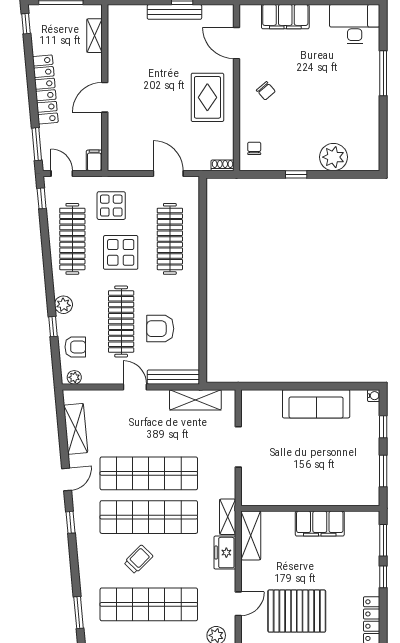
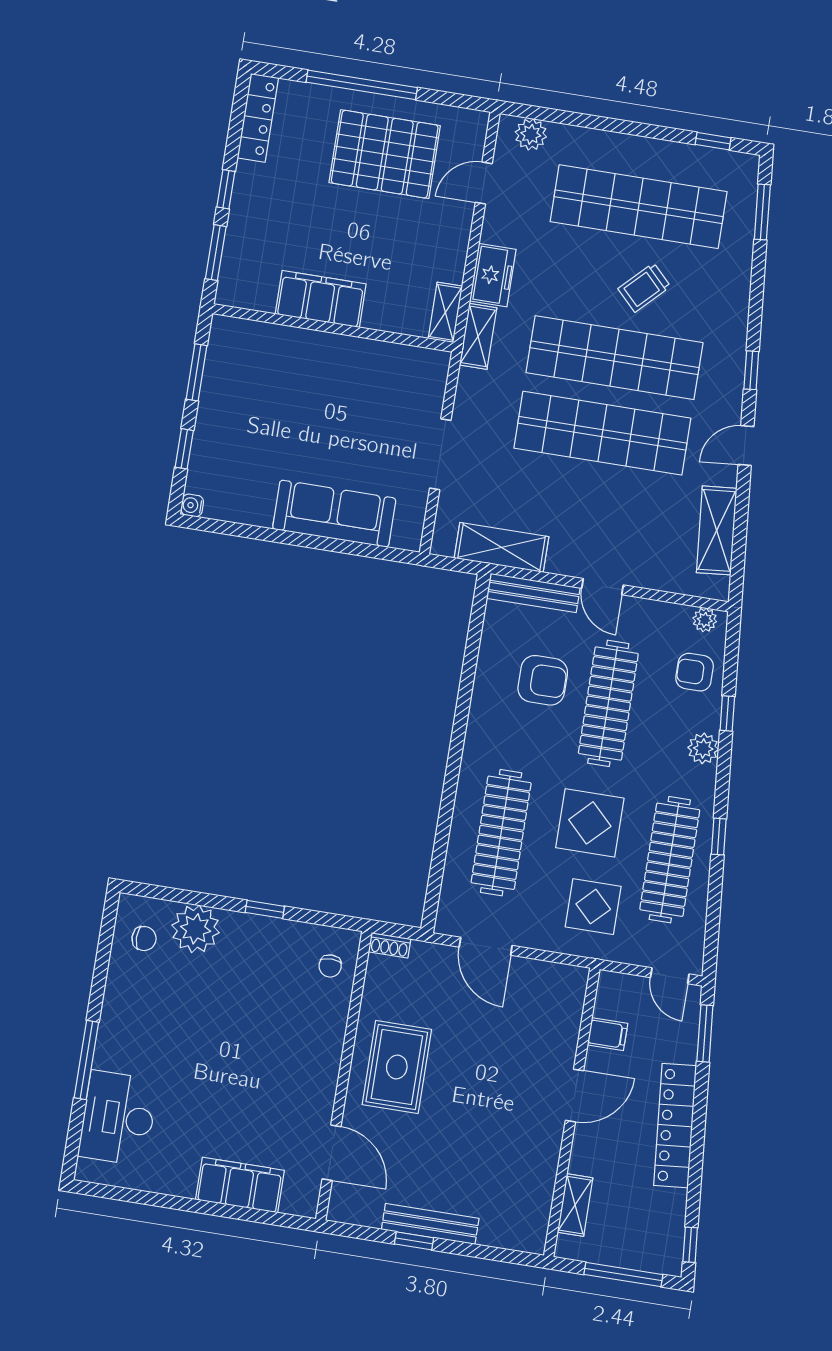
desk: (355, 24) -> (118, 1118), moved, turned 90
chair: (266, 91) -> (144, 939), moved, turned 131
filing cabinet: (94, 160) -> (608, 1034), moved, turned -90
window: (42, 198) -> (719, 837), moved
sofa: (316, 404) -> (334, 514), moved
shelving: (251, 535) -> (445, 312), width x0.67, depth x0.75

